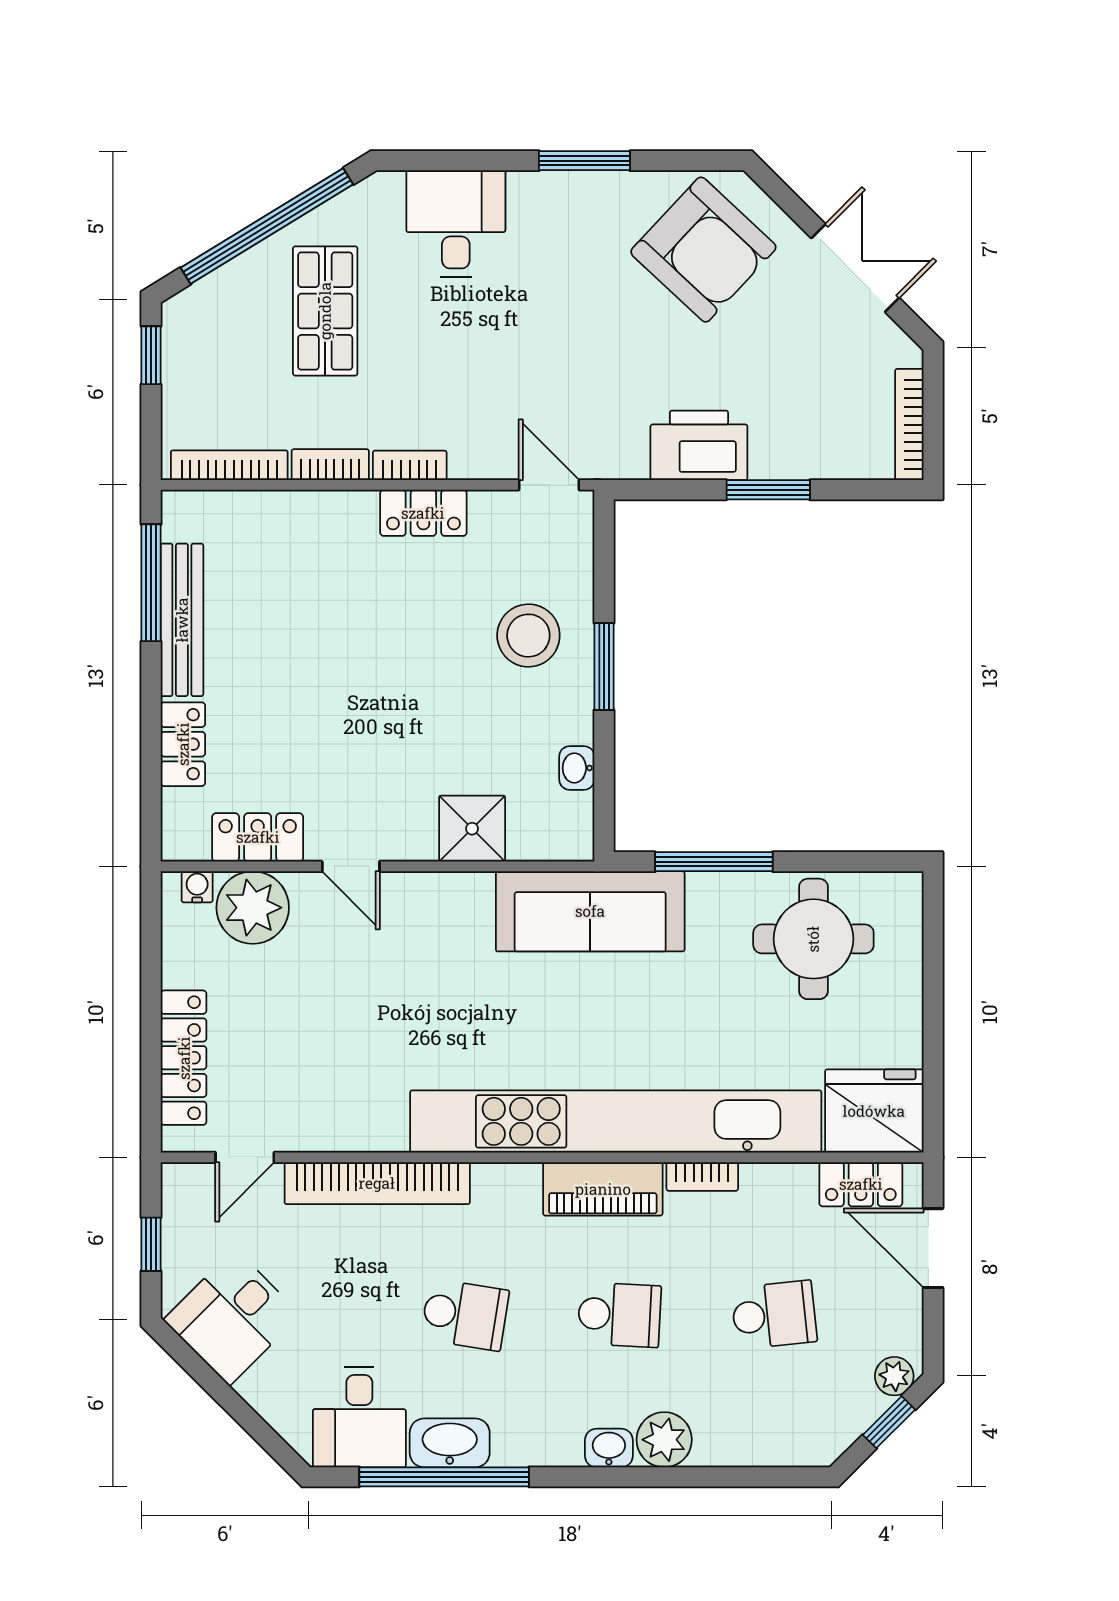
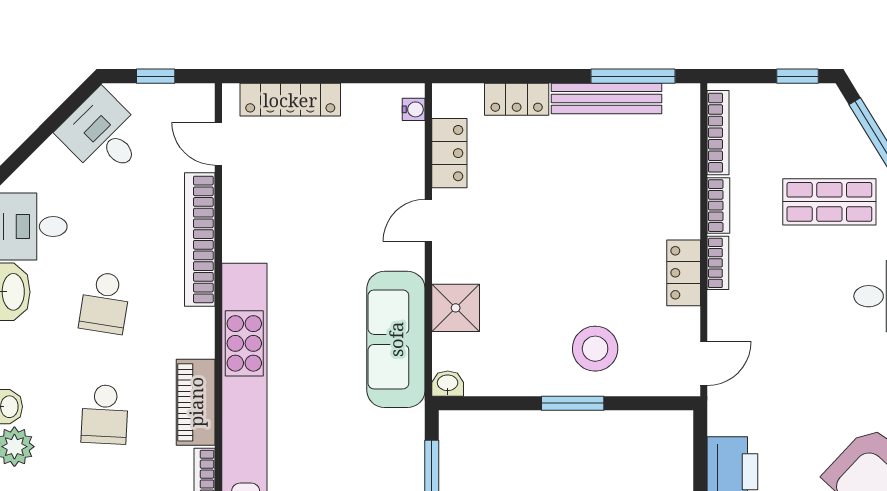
washbasin: (577, 768) -> (448, 384), moved
plant: (253, 908) -> (399, 150), removed
sofa: (590, 911) -> (396, 339), moved

